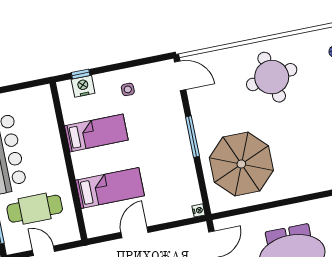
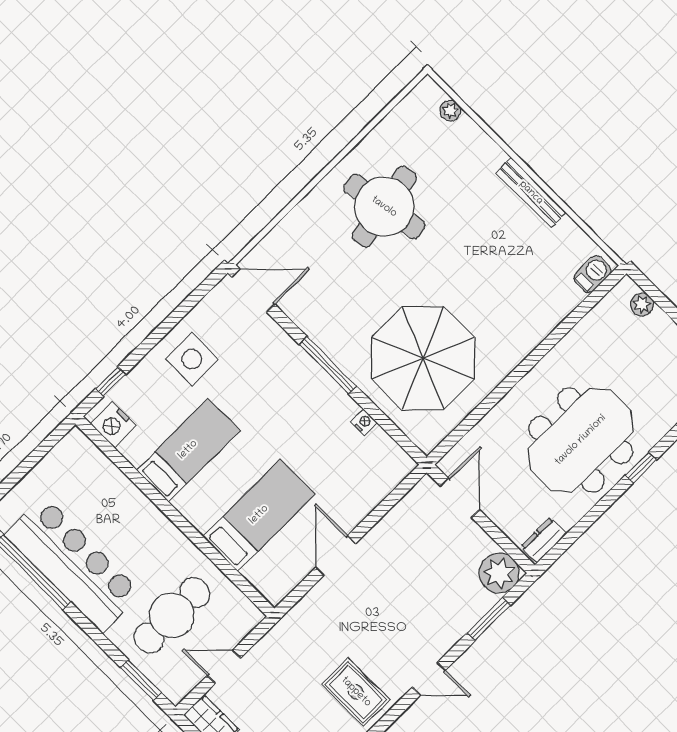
nightstand: (83, 86) -> (113, 425), moved, turned -90
side table: (128, 89) -> (192, 359), width x1.87, depth x1.87
nightstand: (198, 210) -> (364, 422), moved

